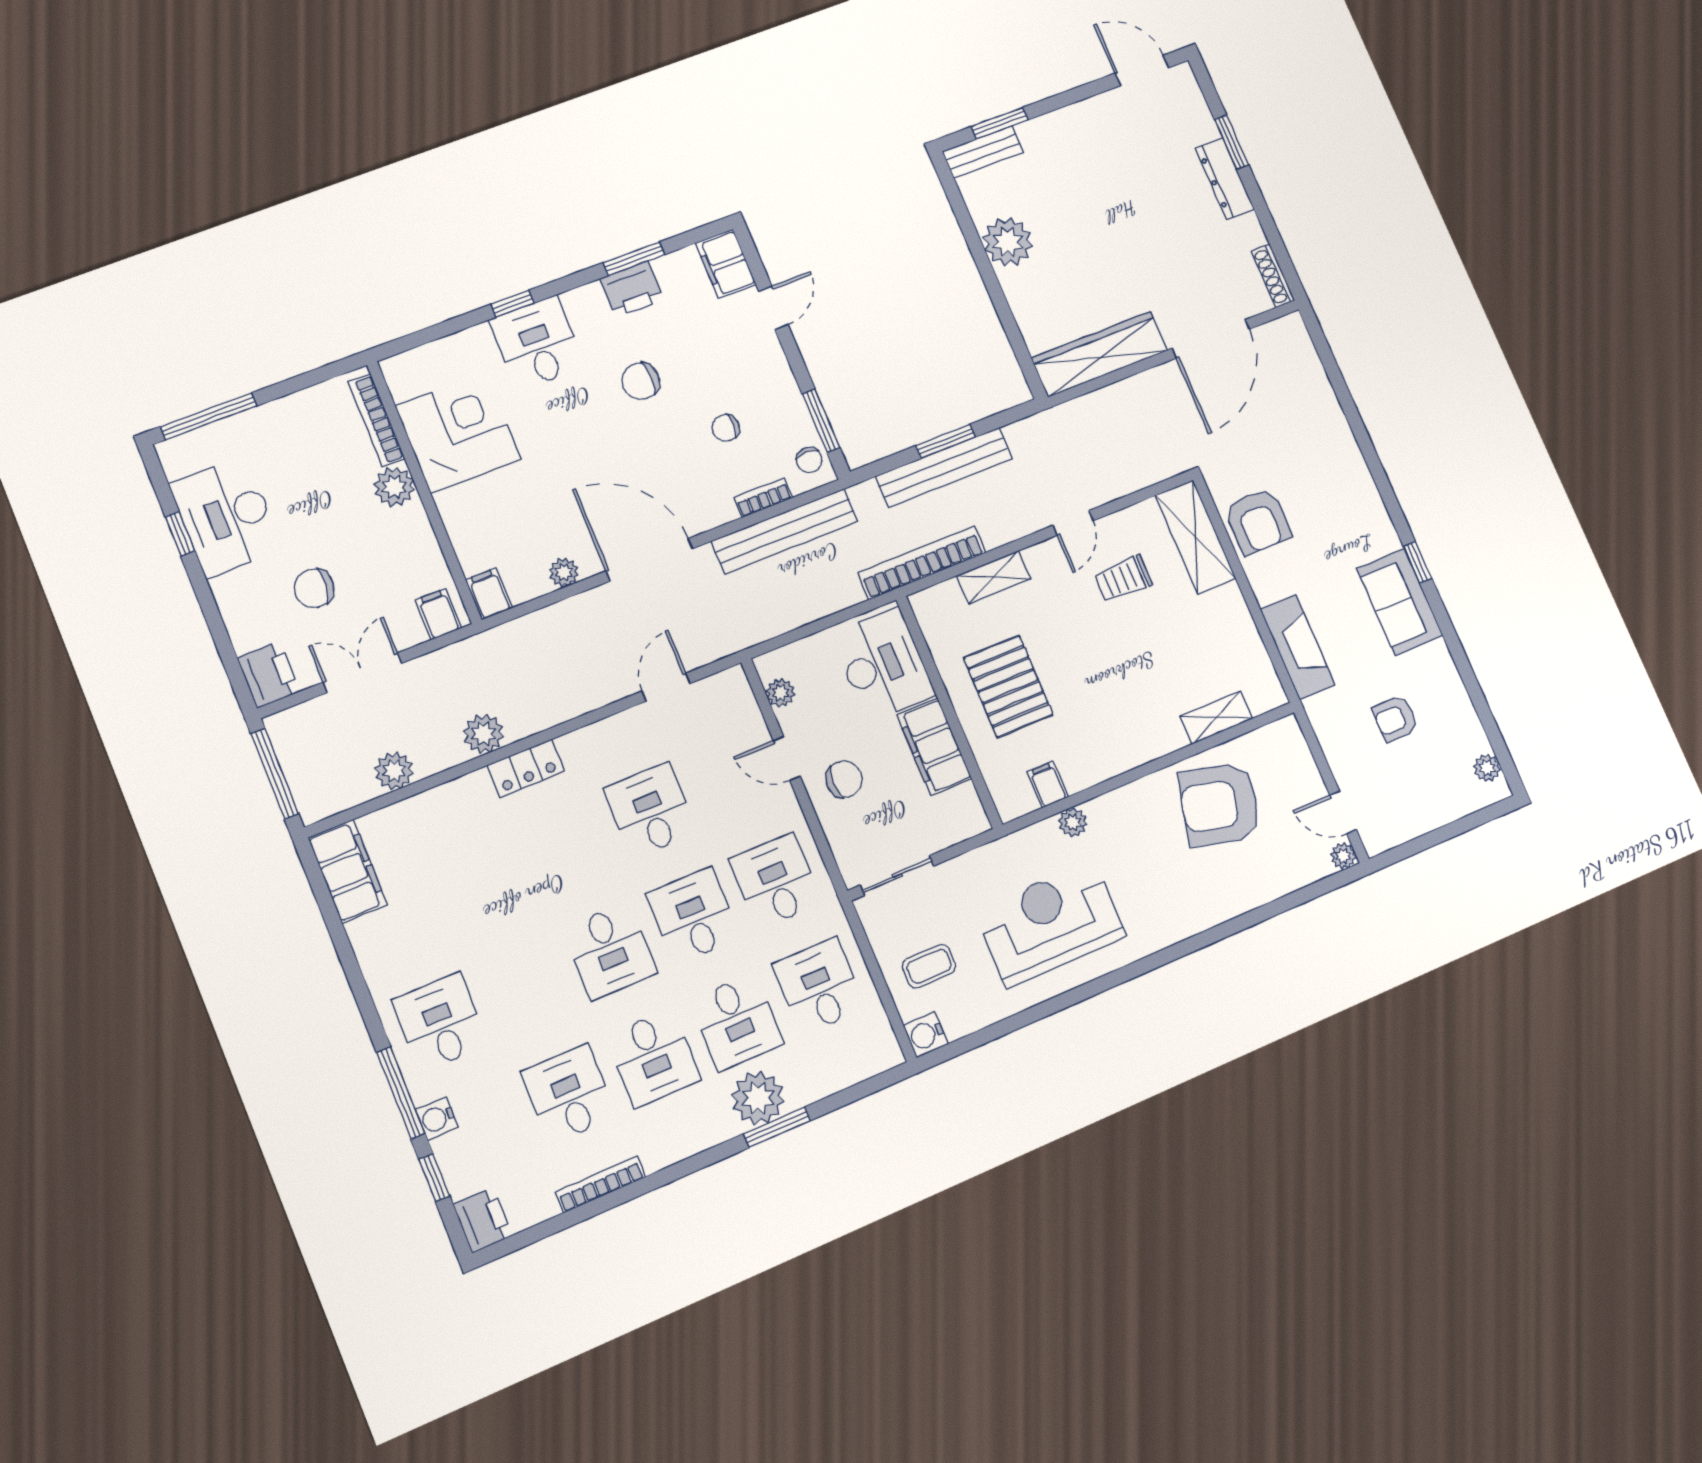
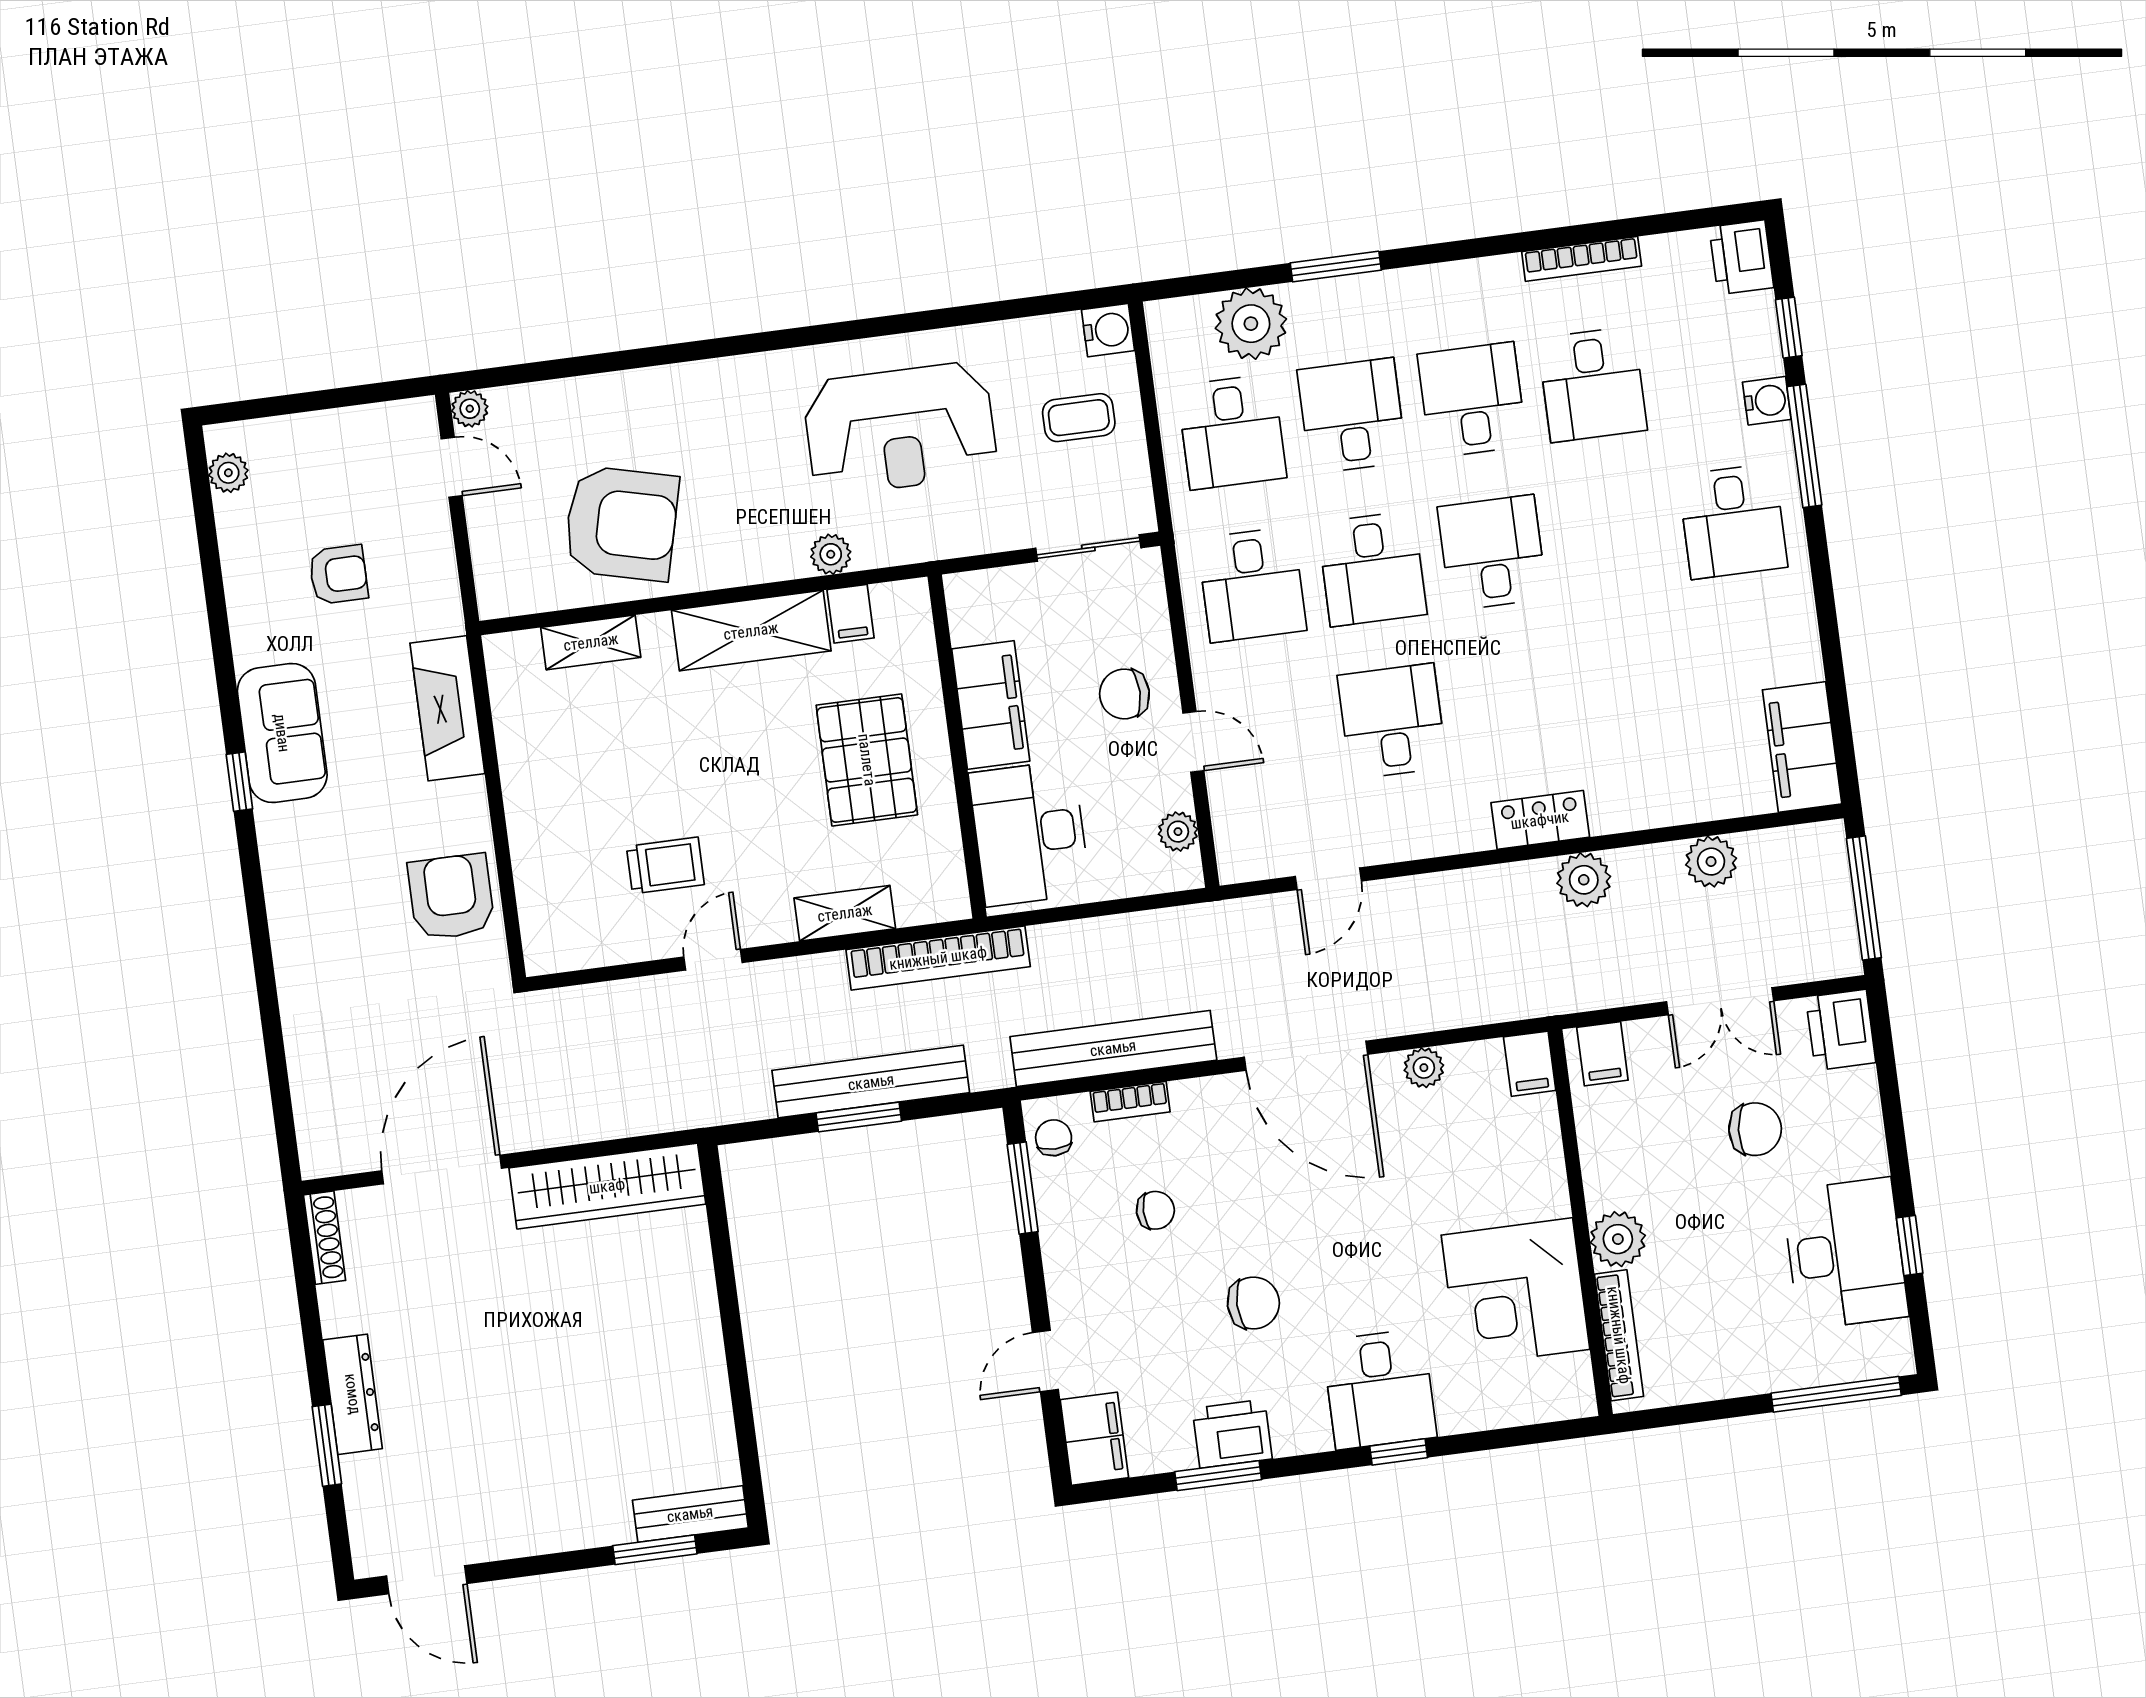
plant: (1008, 242) -> (692, 1377), removed
shelving: (1195, 537) -> (751, 631), moved, turned 90
desk: (650, 810) -> (1392, 721), turned 180
plant: (758, 1098) -> (1251, 324), moved

